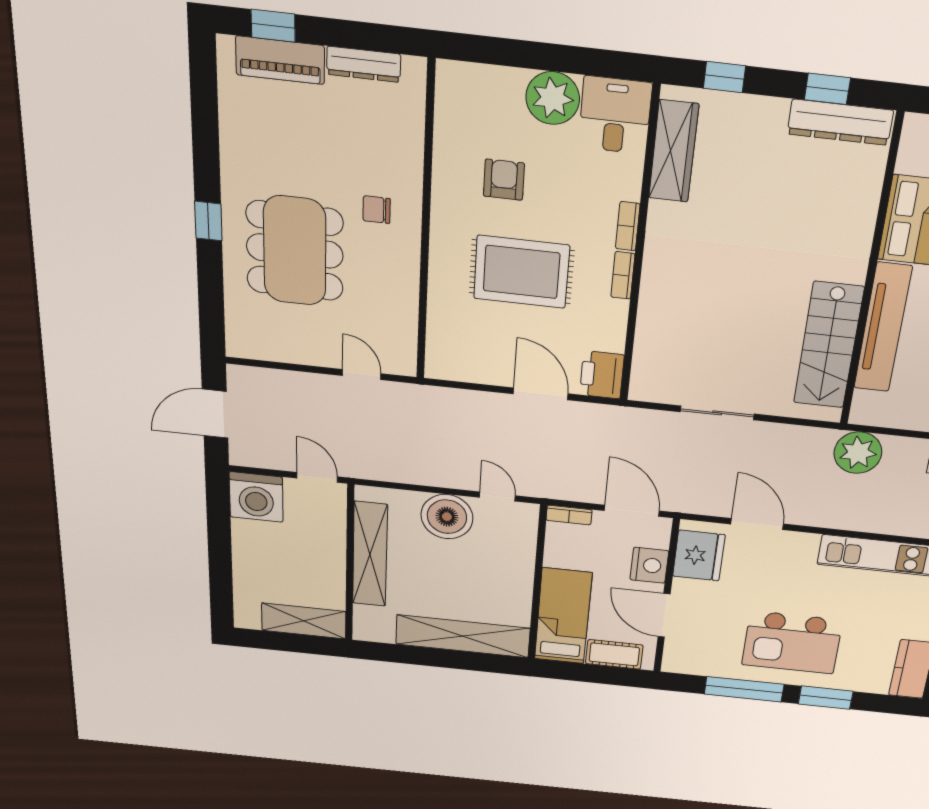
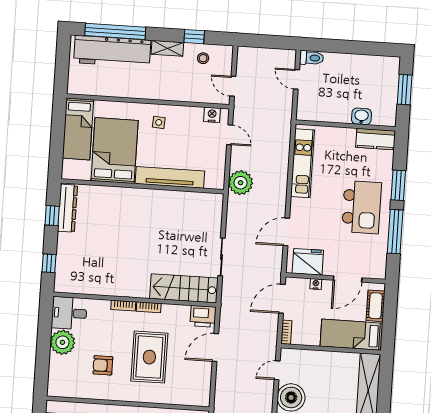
wardrobe: (674, 151) -> (85, 285), removed
stairs: (829, 345) -> (184, 288), moved, turned 180
nightstand: (649, 565) -> (316, 284), width x0.53, depth x0.56

